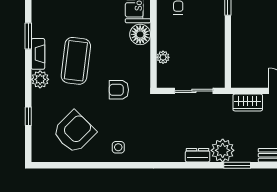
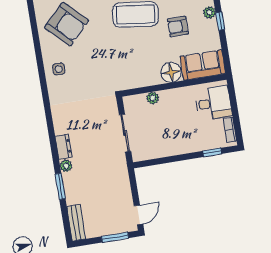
armchair: (119, 90) -> (178, 27), moved, turned -90
wardrobe: (248, 102) -> (122, 187), removed
plant: (223, 150) -> (66, 166), width x0.53, depth x0.53

